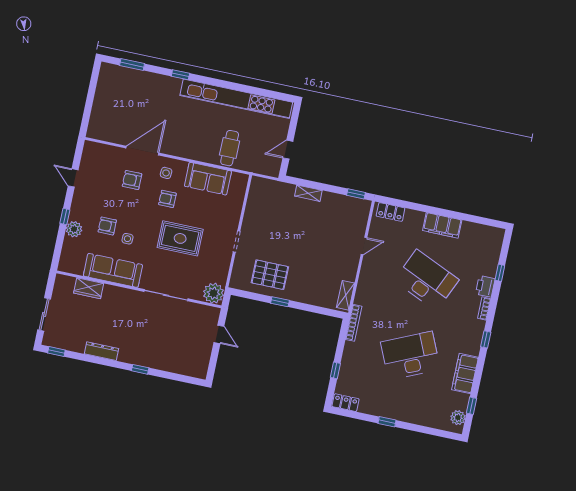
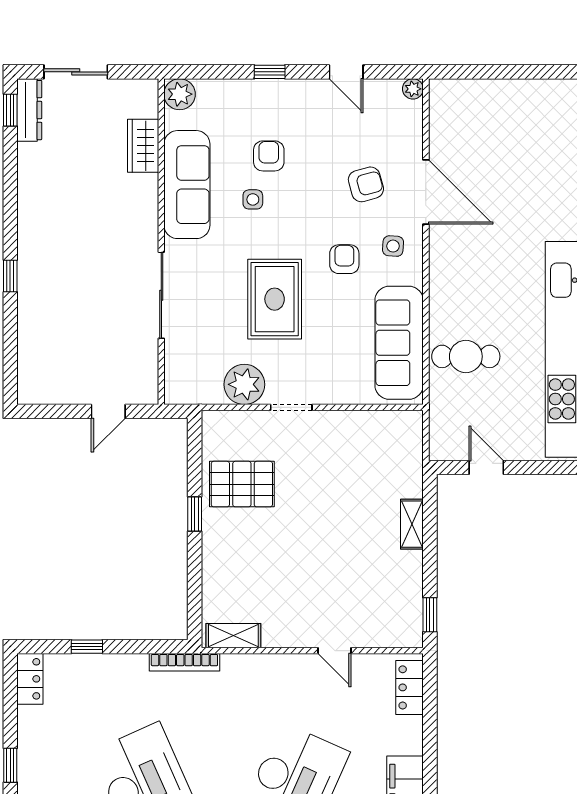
plant: (89, 146) -> (413, 89), added
door: (73, 178) -> (346, 72), swing flipped
sofa: (208, 179) -> (399, 343), width x1.36
armchair: (132, 180) -> (366, 184), turned 75
plant: (74, 229) -> (180, 94), moved
pallet: (270, 275) -> (242, 484), turned 90
plant: (213, 293) -> (244, 384), moved
dresser: (102, 351) -> (29, 110), moved

